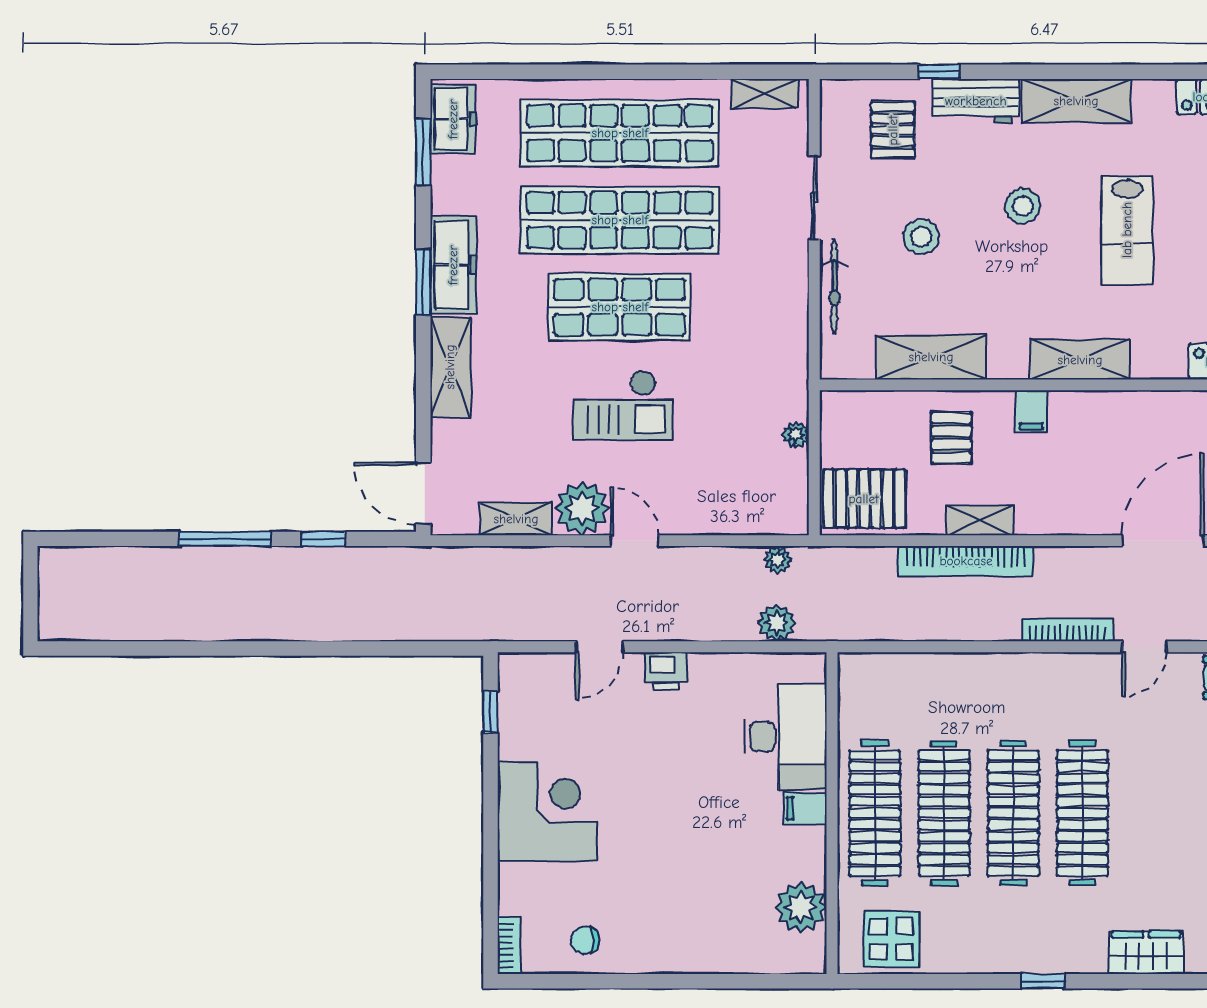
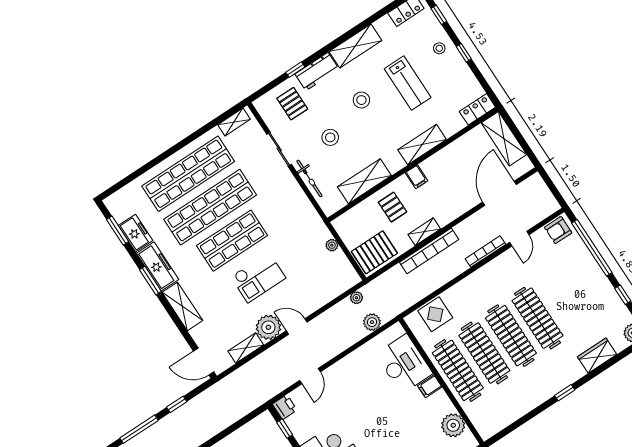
freezer: (453, 119) -> (136, 233), moved
printer: (666, 671) -> (285, 407), moved, turned -90
display table: (891, 939) -> (435, 314), moved

